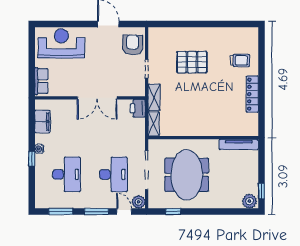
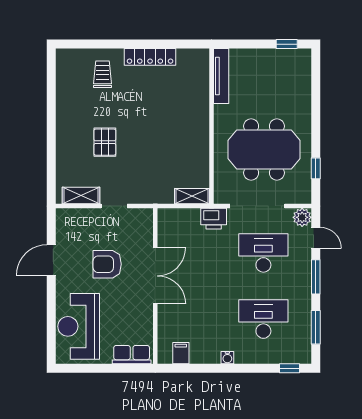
armchair: (133, 45) -> (107, 264), moved
pallet: (192, 62) -> (105, 142), width x0.67, depth x0.71
shelving: (154, 97) -> (81, 196), moved
printer: (138, 108) -> (214, 219), moved
filing cabinet: (42, 122) -> (181, 353), width x0.50
window: (32, 159) -> (289, 368), moved
plant: (249, 201) -> (301, 61), removed
door: (124, 211) -> (316, 238), swing flipped

